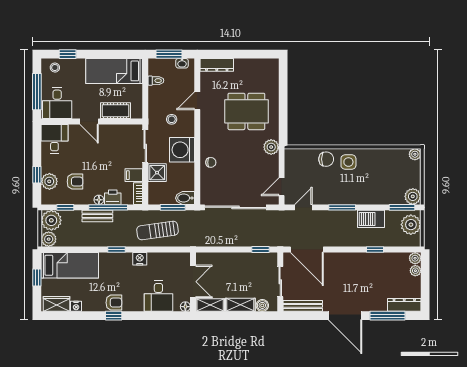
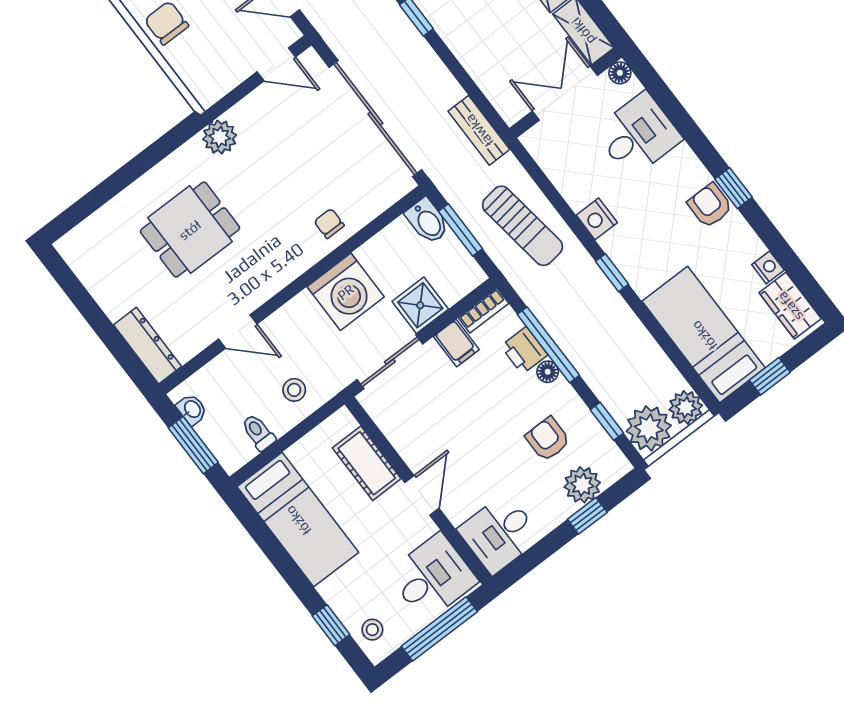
dining table: (246, 111) -> (190, 230), width x0.73
stool: (172, 119) -> (294, 390), moved
bench: (97, 216) -> (479, 130), moved

